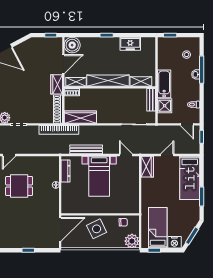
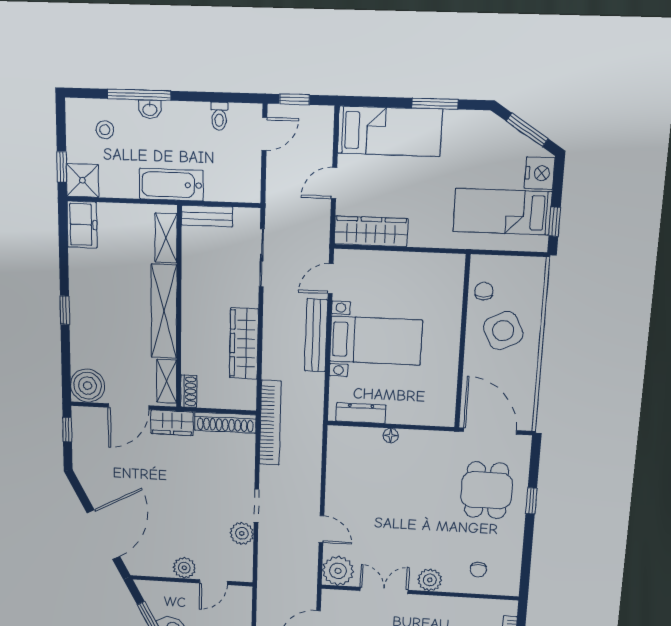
freezer: (130, 44) -> (82, 225), moved
door: (63, 64) -> (129, 406), swing flipped
shower: (165, 106) -> (82, 180), moved
wardrobe: (80, 117) -> (244, 344), moved
bench: (86, 149) -> (316, 335), moved
door: (167, 155) -> (334, 183), hinge flipped
wardrobe: (147, 167) -> (371, 231), width x1.50
dining table: (19, 186) -> (487, 490), moved
side table: (97, 229) -> (503, 331), moved
plant: (132, 241) -> (529, 273), removed

